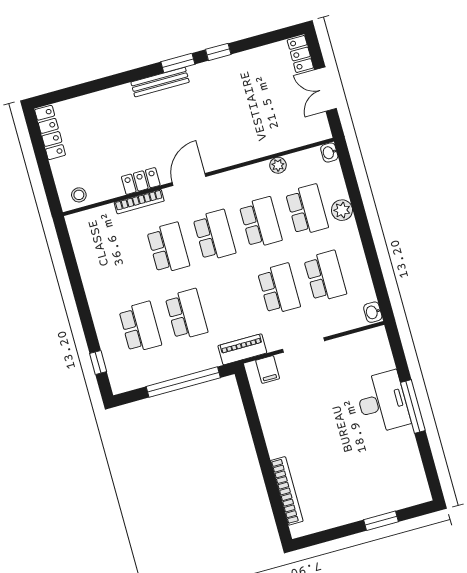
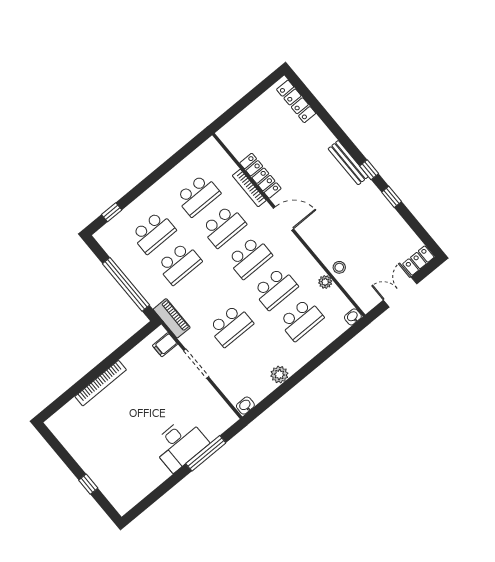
window: (178, 63) -> (369, 170), width x0.67
locker: (50, 132) -> (296, 101), moved, turned 90
locker: (141, 181) -> (260, 176), width x1.53
stool: (79, 195) -> (339, 267), moved
plant: (342, 210) -> (279, 375), moved
school desk: (325, 276) -> (198, 195), moved
window: (413, 407) -> (206, 453), moved
bookcase: (287, 491) -> (101, 383), moved
window: (381, 521) -> (88, 484), width x0.67

